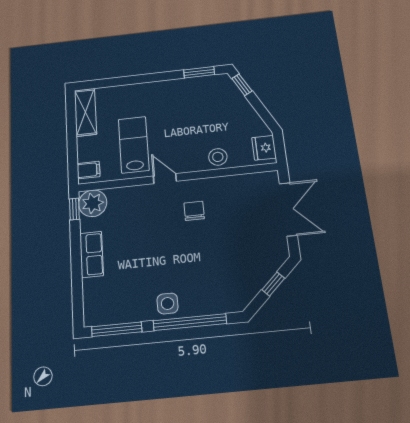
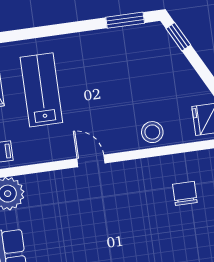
lab bench: (134, 145) -> (41, 90), moved
chair: (194, 211) -> (185, 193), moved

